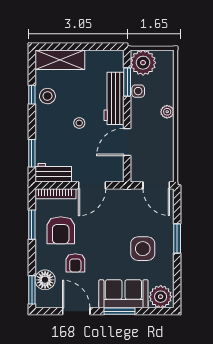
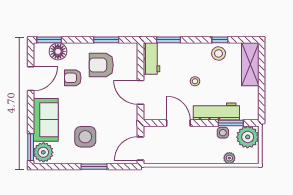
plant: (167, 112) -> (229, 158), moved
bookcase: (55, 194) -> (133, 60), removed
window: (120, 311) -> (31, 147), moved

